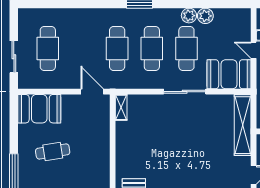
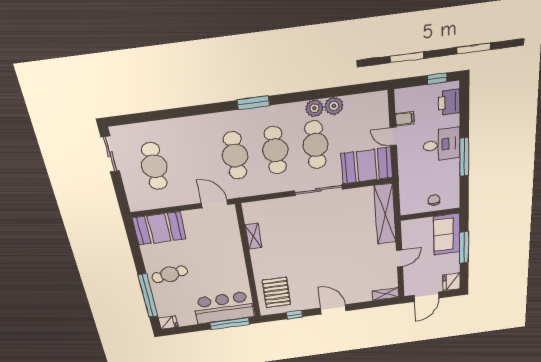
sliding door: (14, 57) -> (110, 154), moved
shelving: (121, 107) -> (253, 236), moved
cafe table: (53, 151) -> (170, 274), moved

